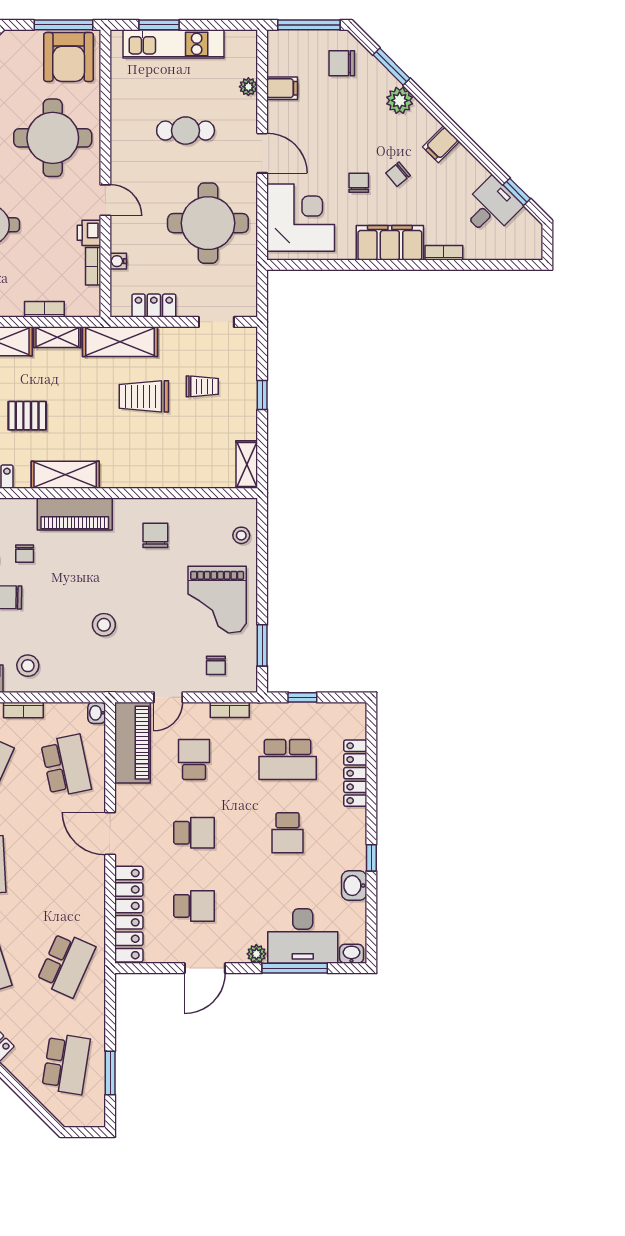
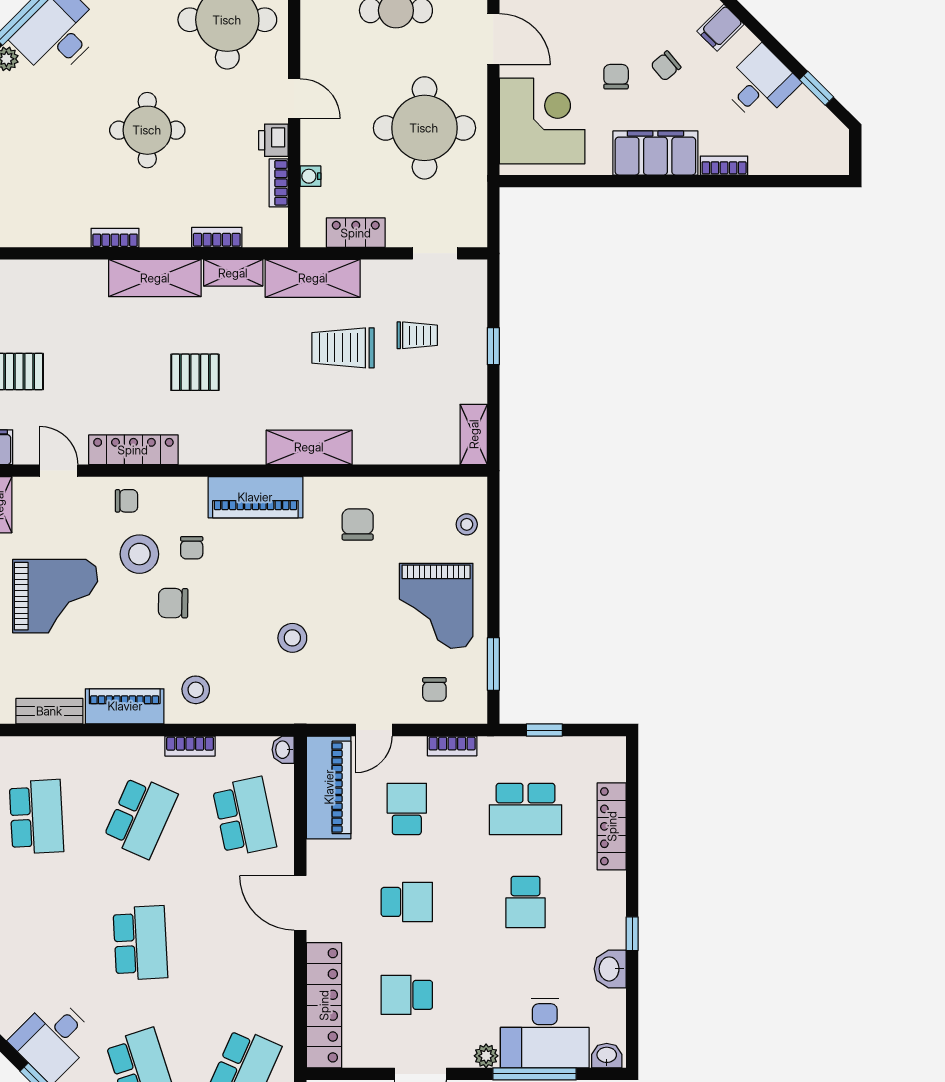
desk: (491, 207) -> (760, 84), moved
shelving: (65, 475) -> (309, 447), moved
school desk: (194, 906) -> (407, 995), turned 180

